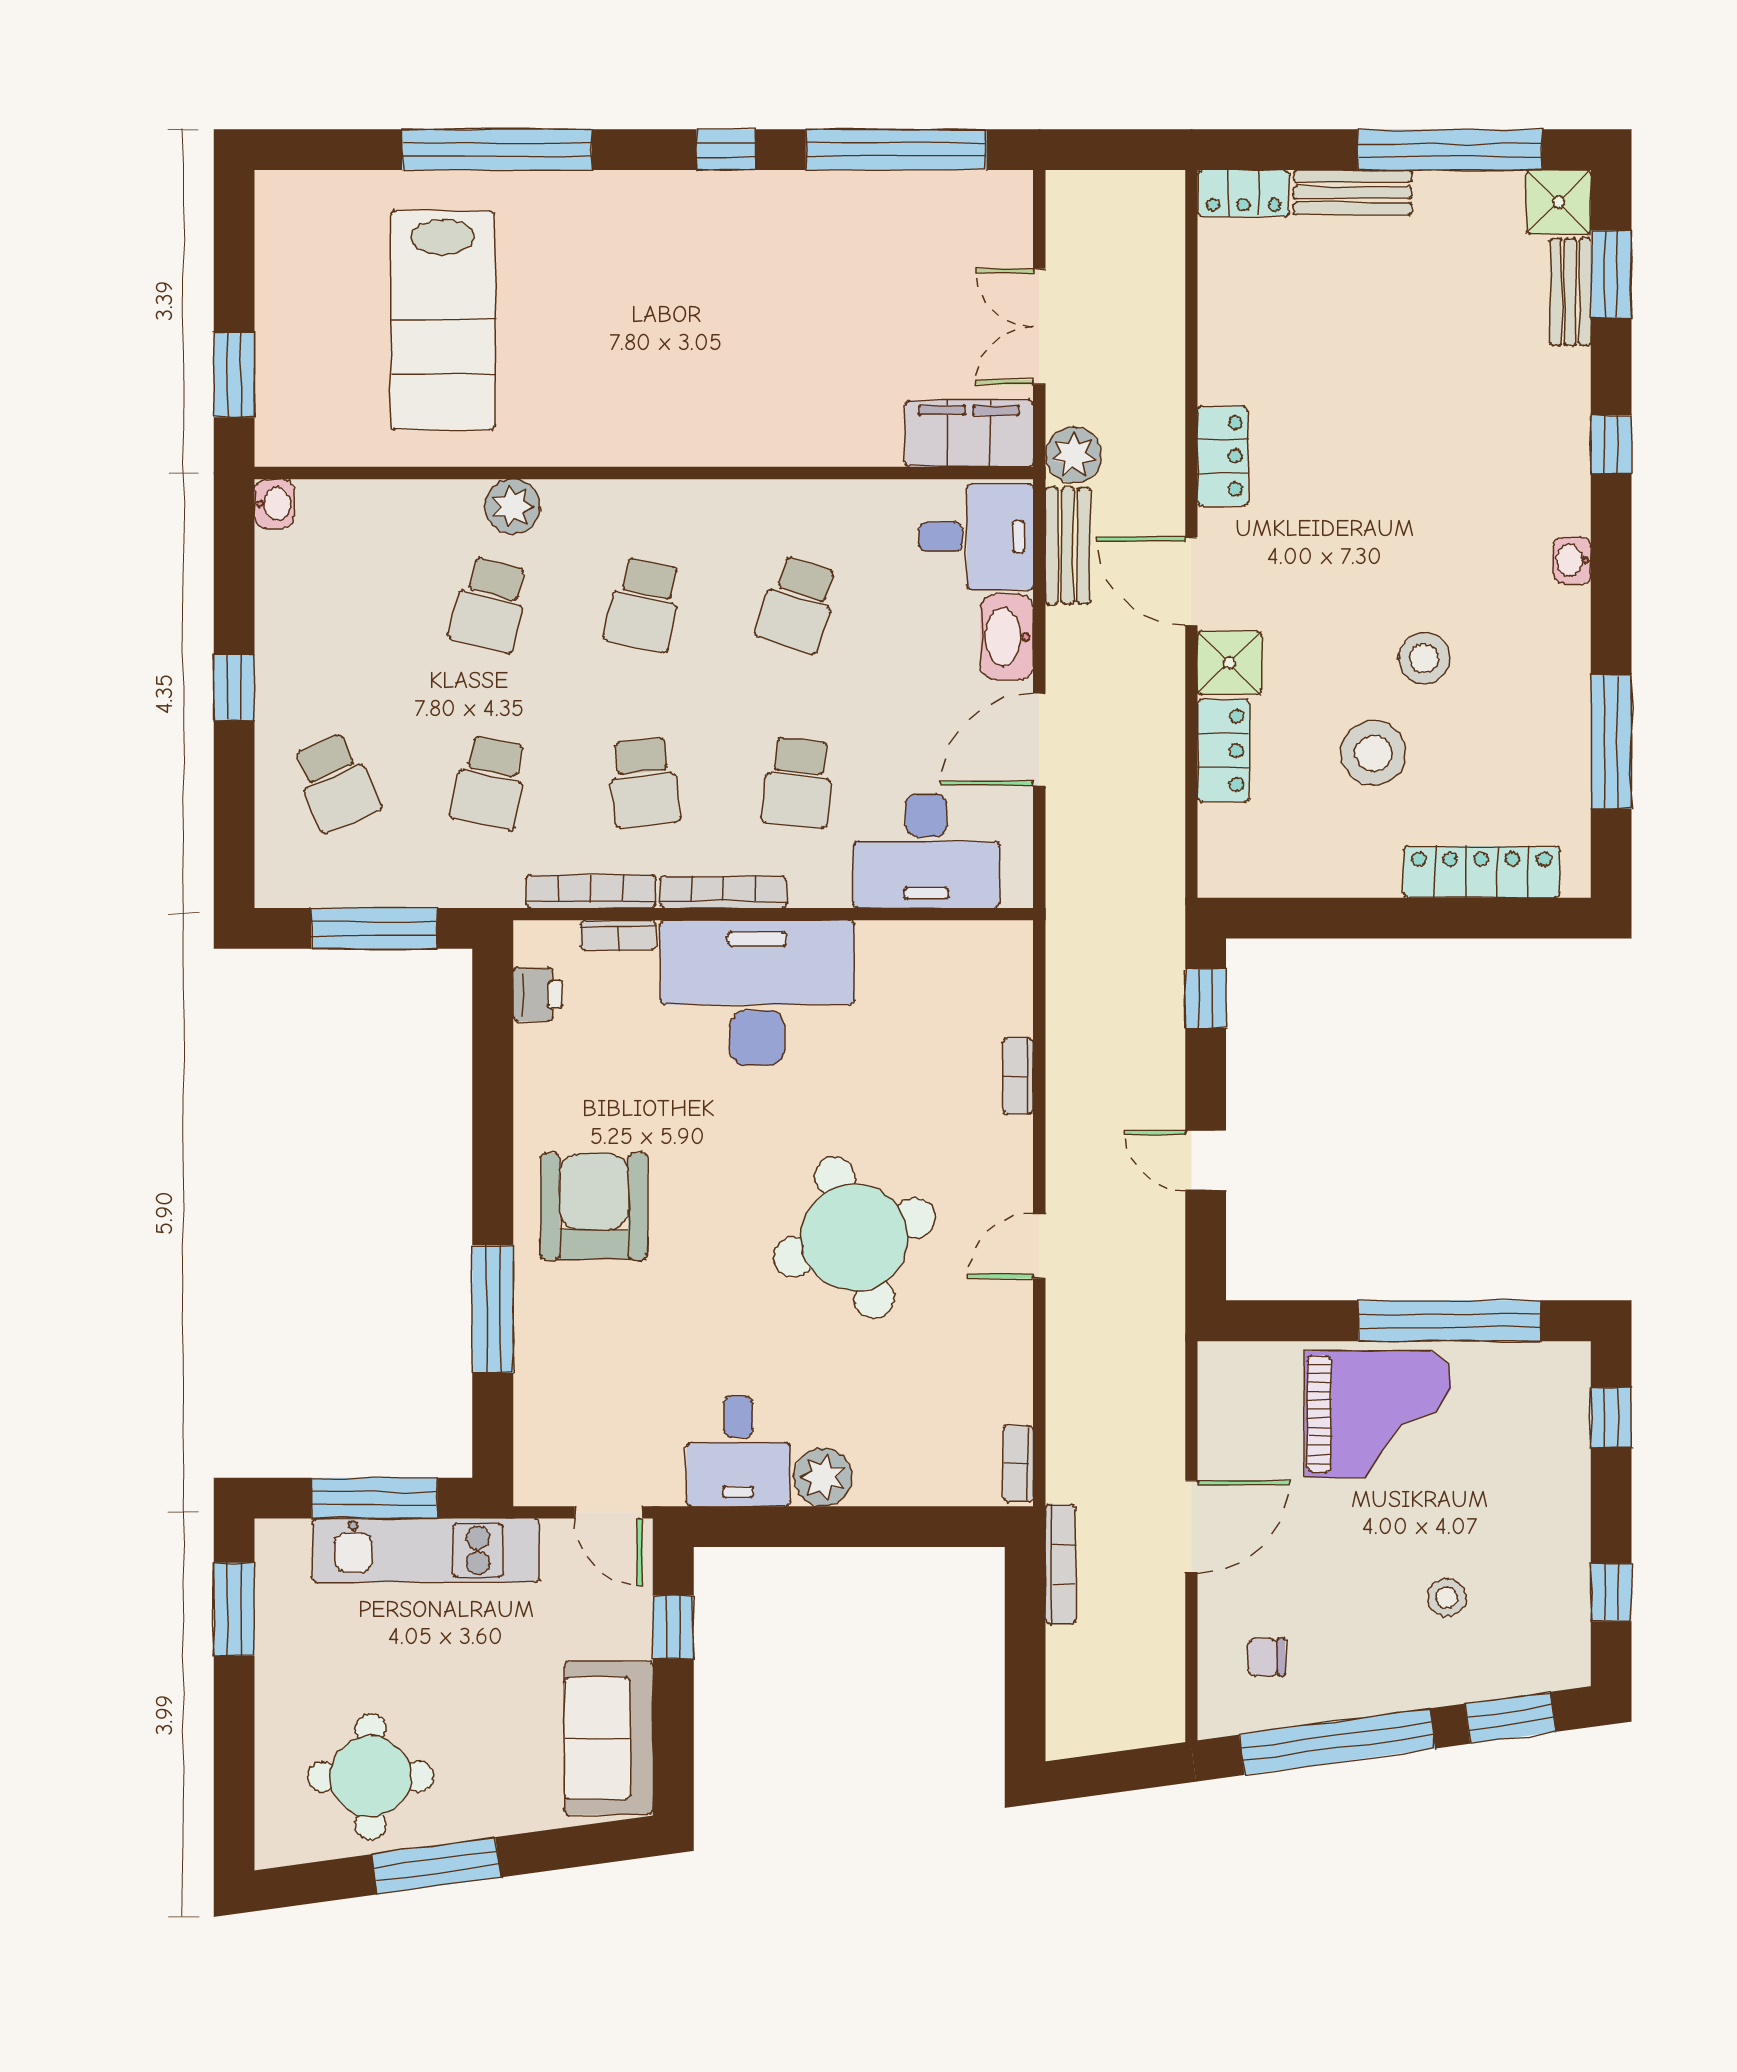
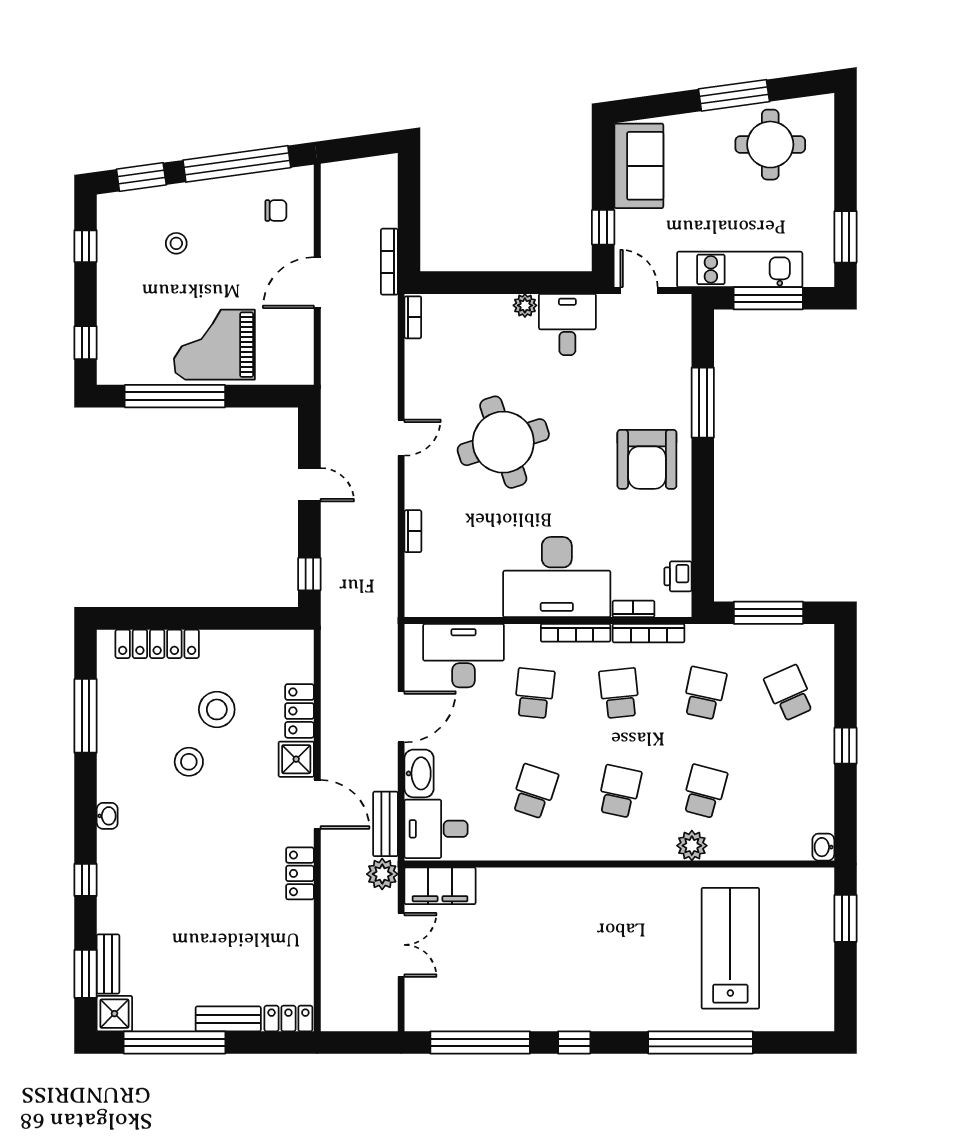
plant: (823, 1477) -> (525, 305), width x0.73, depth x0.73

